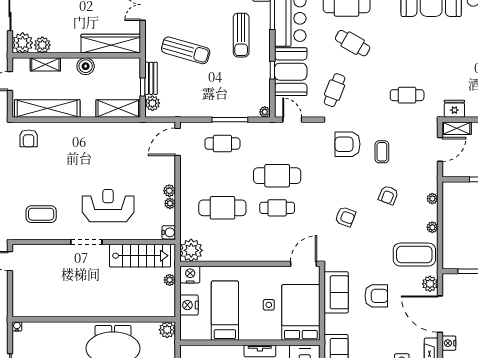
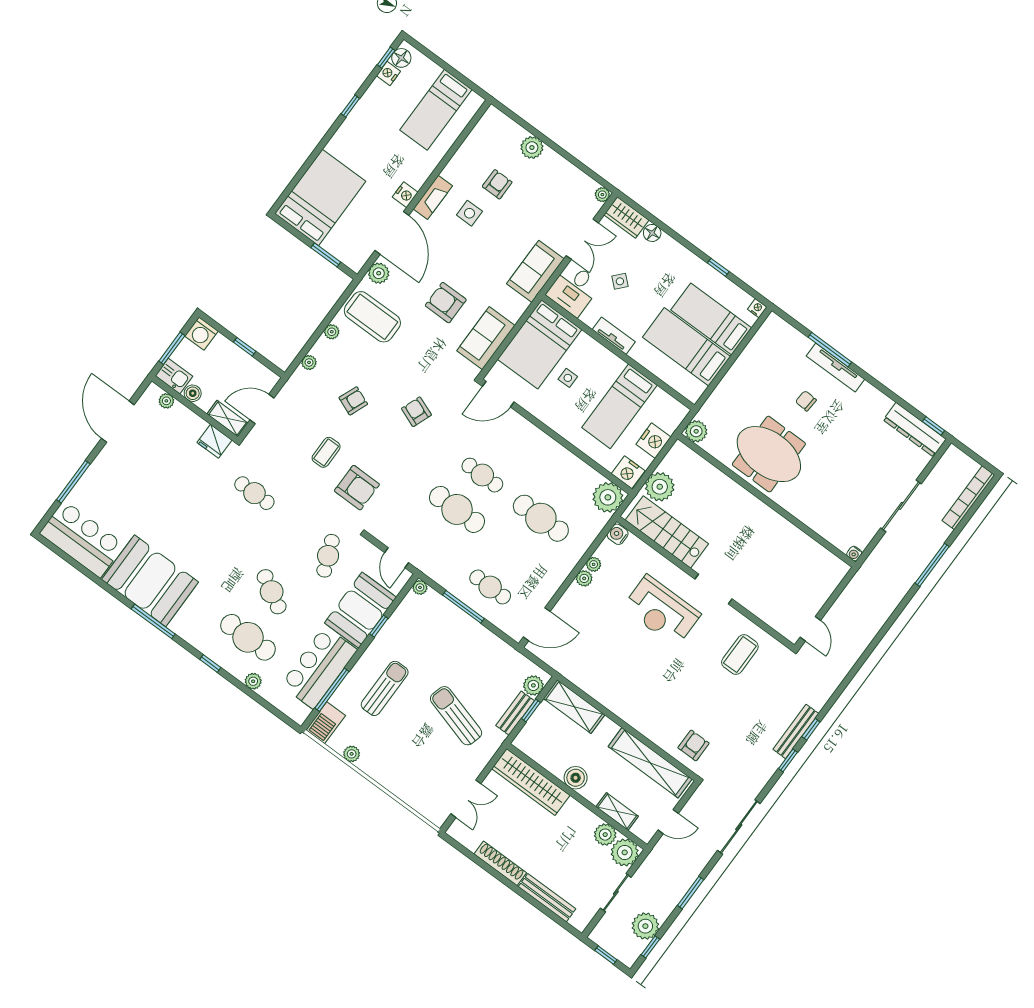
cafe table: (335, 90) -> (328, 556), turned -43
coffee table: (41, 214) -> (740, 654), turned 90
plant: (170, 280) -> (660, 487), width x1.88, depth x1.88

